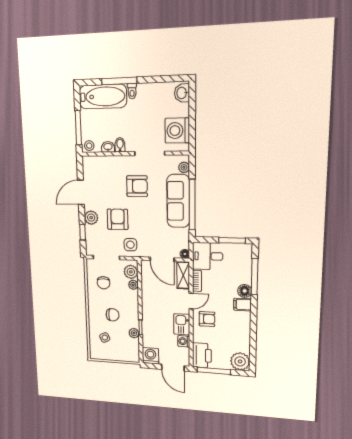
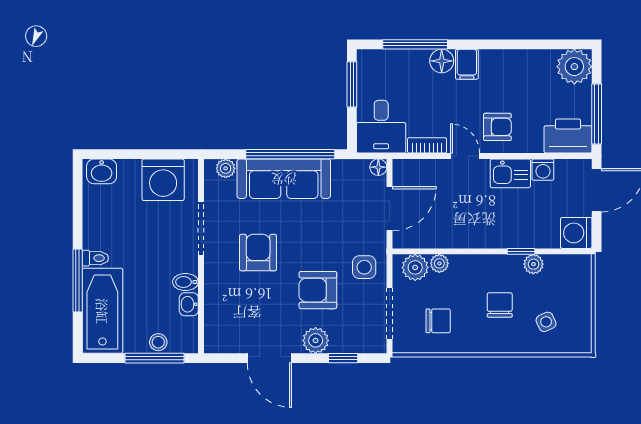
stool: (89, 146) -> (158, 342), moved
shelving: (183, 275) -> (418, 170), removed
armchair: (207, 319) -> (497, 127), turned 90

